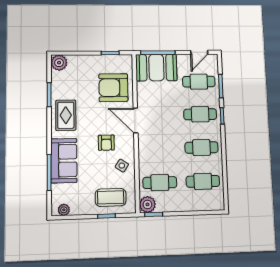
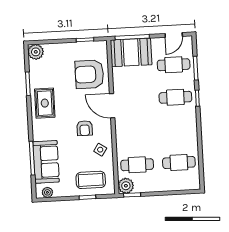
cafe table: (201, 148) -> (177, 130), removed
sofa: (64, 161) -> (46, 162), moved

